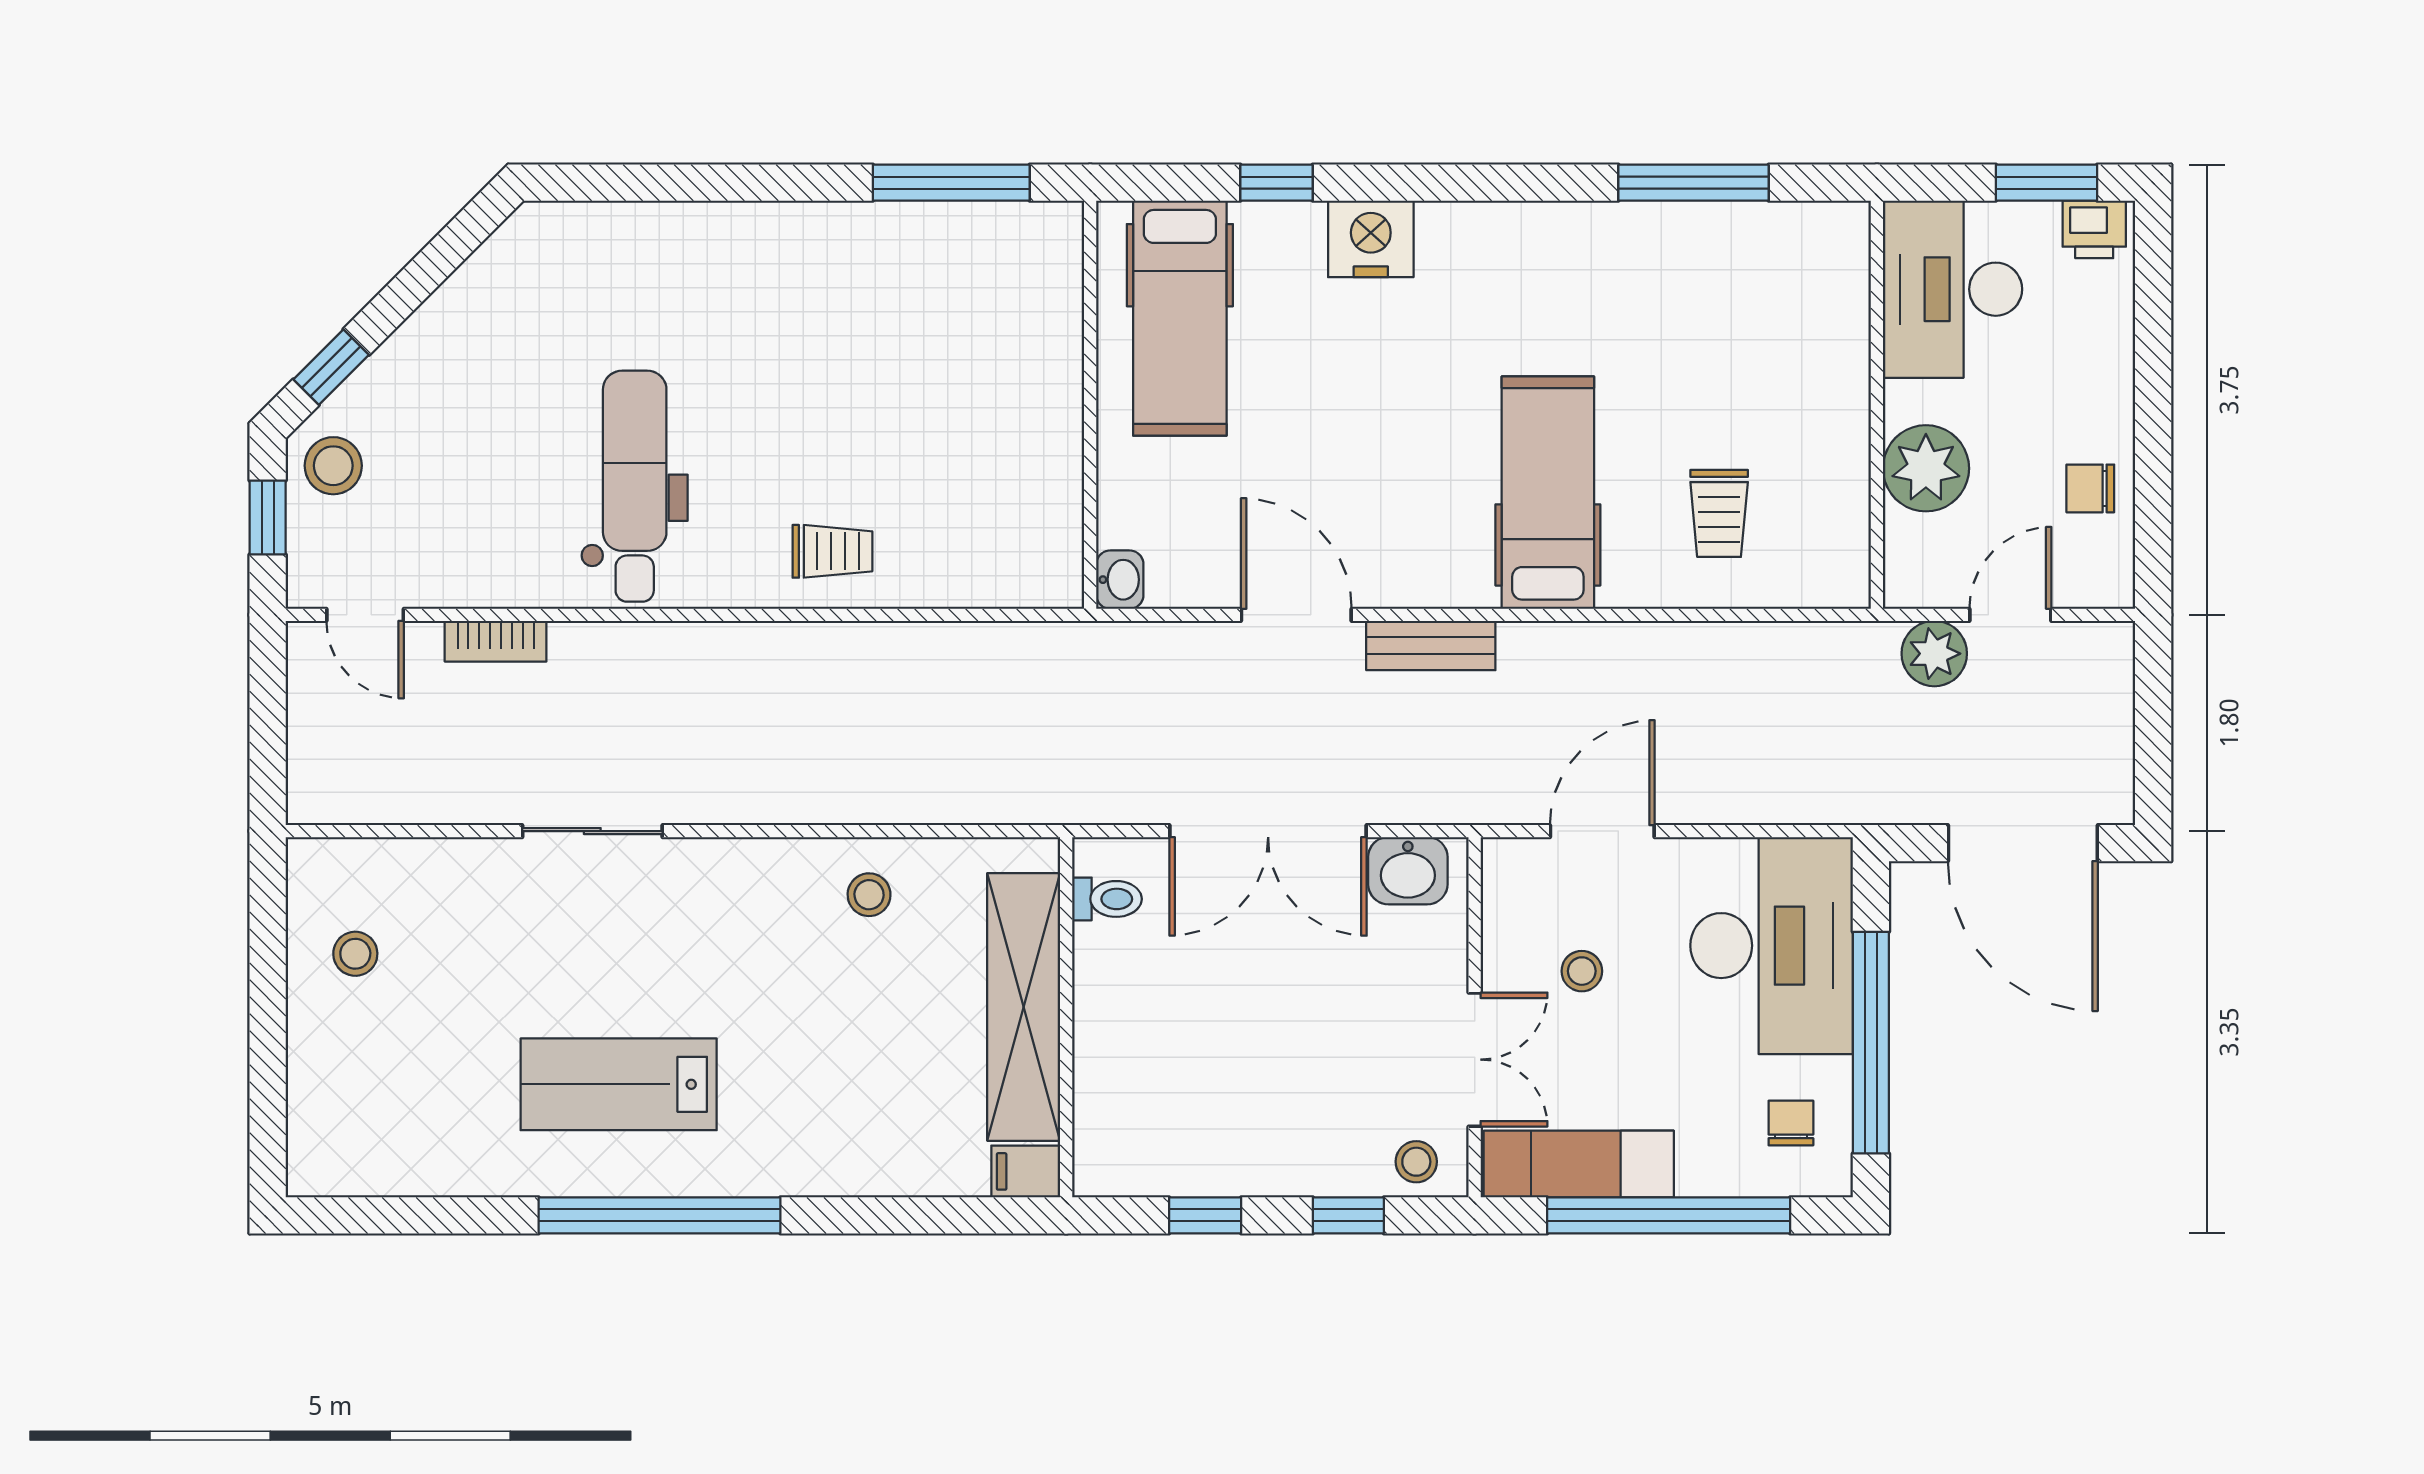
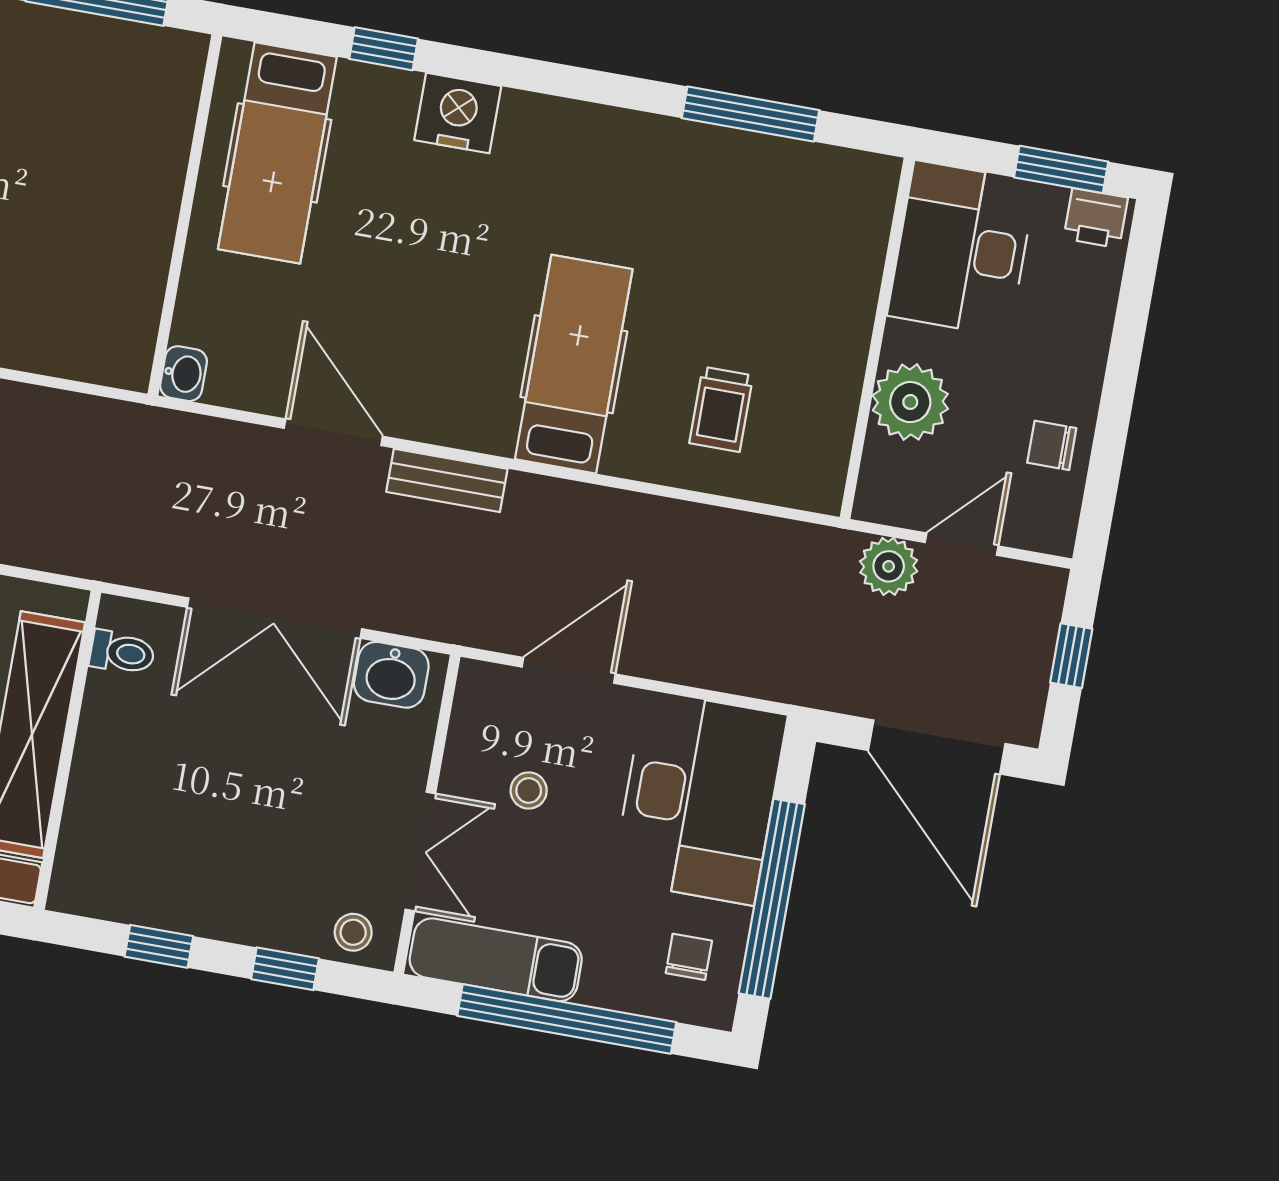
window: (2153, 716) -> (1071, 656), added

